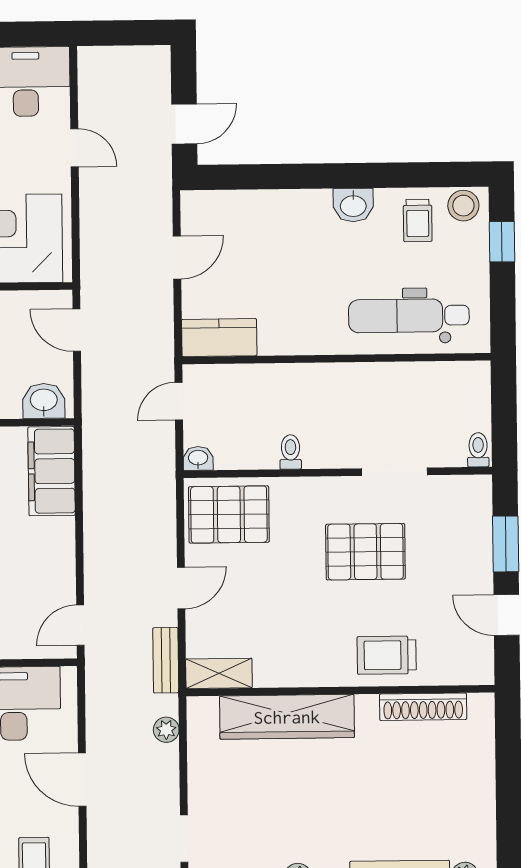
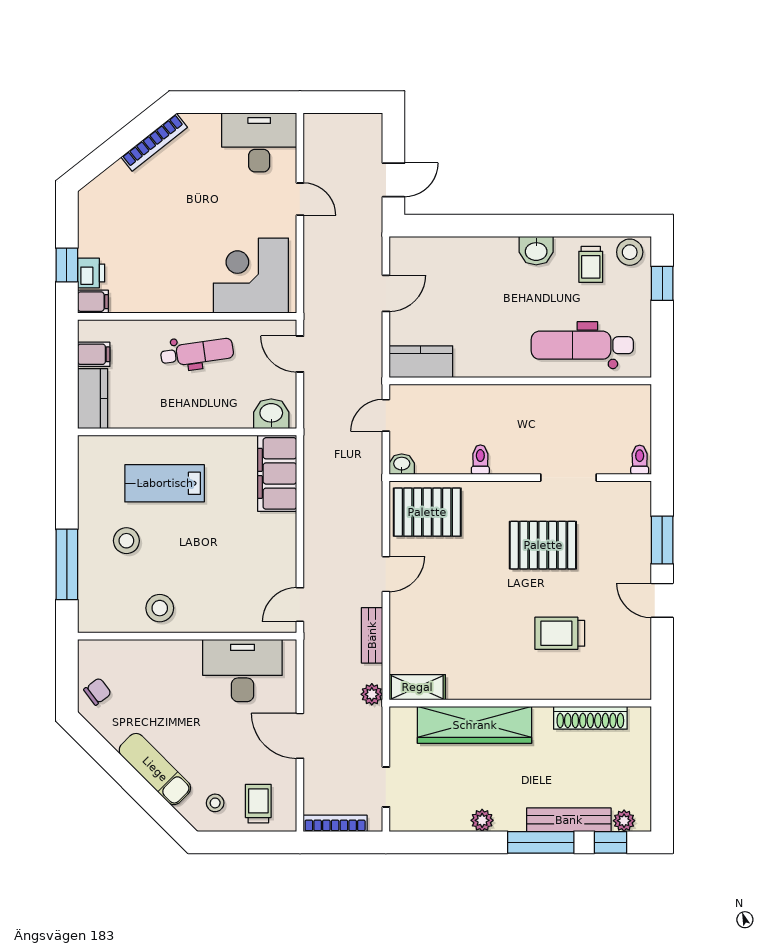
shelving: (219, 673) -> (417, 687), moved
wall: (340, 691) -> (520, 703), moved
shoe rack: (423, 707) -> (590, 718), moved
wardrobe: (287, 717) -> (475, 725), moved

